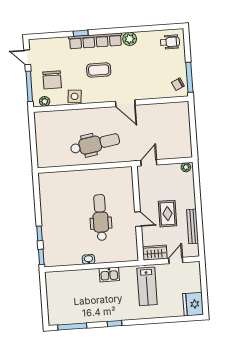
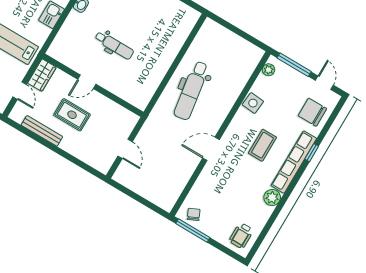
door: (27, 57) -> (324, 83), hinge flipped
chair: (52, 80) -> (312, 112), moved
door: (149, 163) -> (125, 149), moved
plant: (186, 167) -> (105, 165), removed
dental chair: (101, 217) -> (114, 45), width x0.73, depth x0.72

